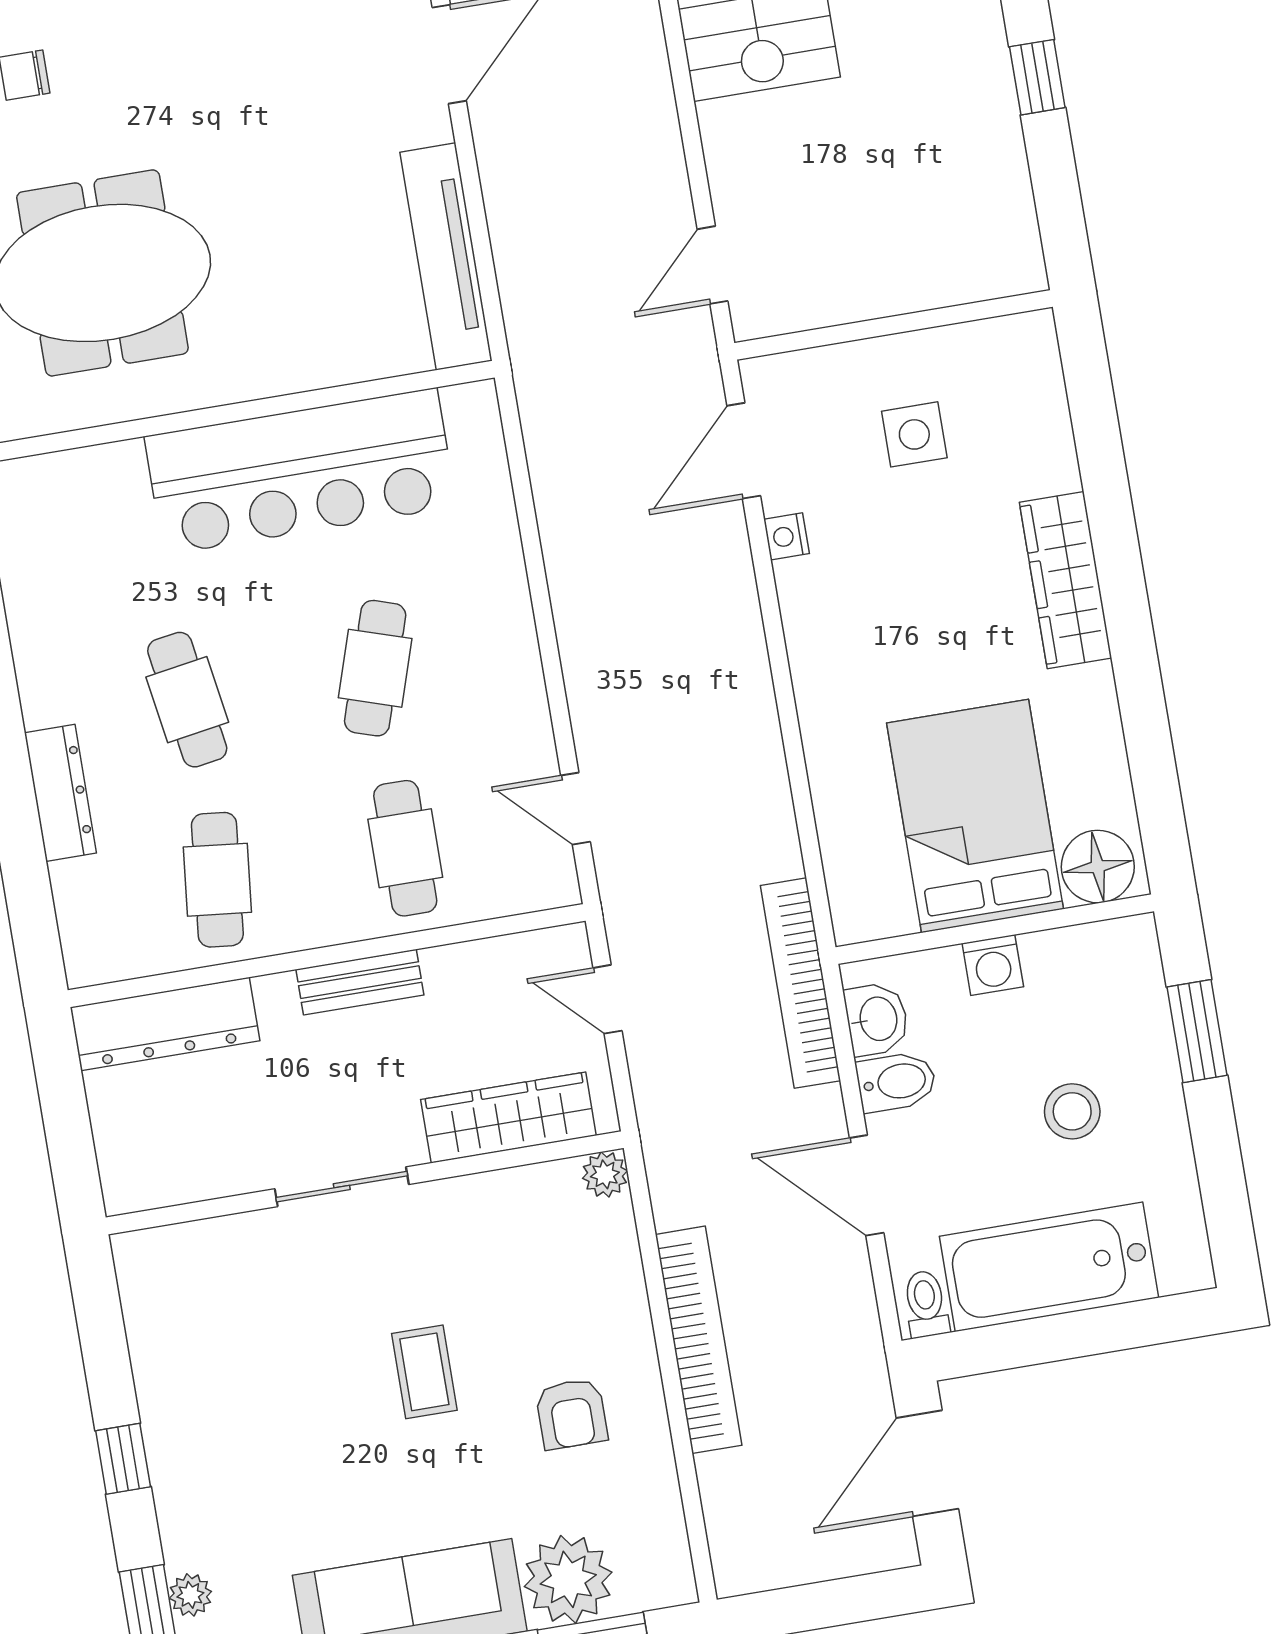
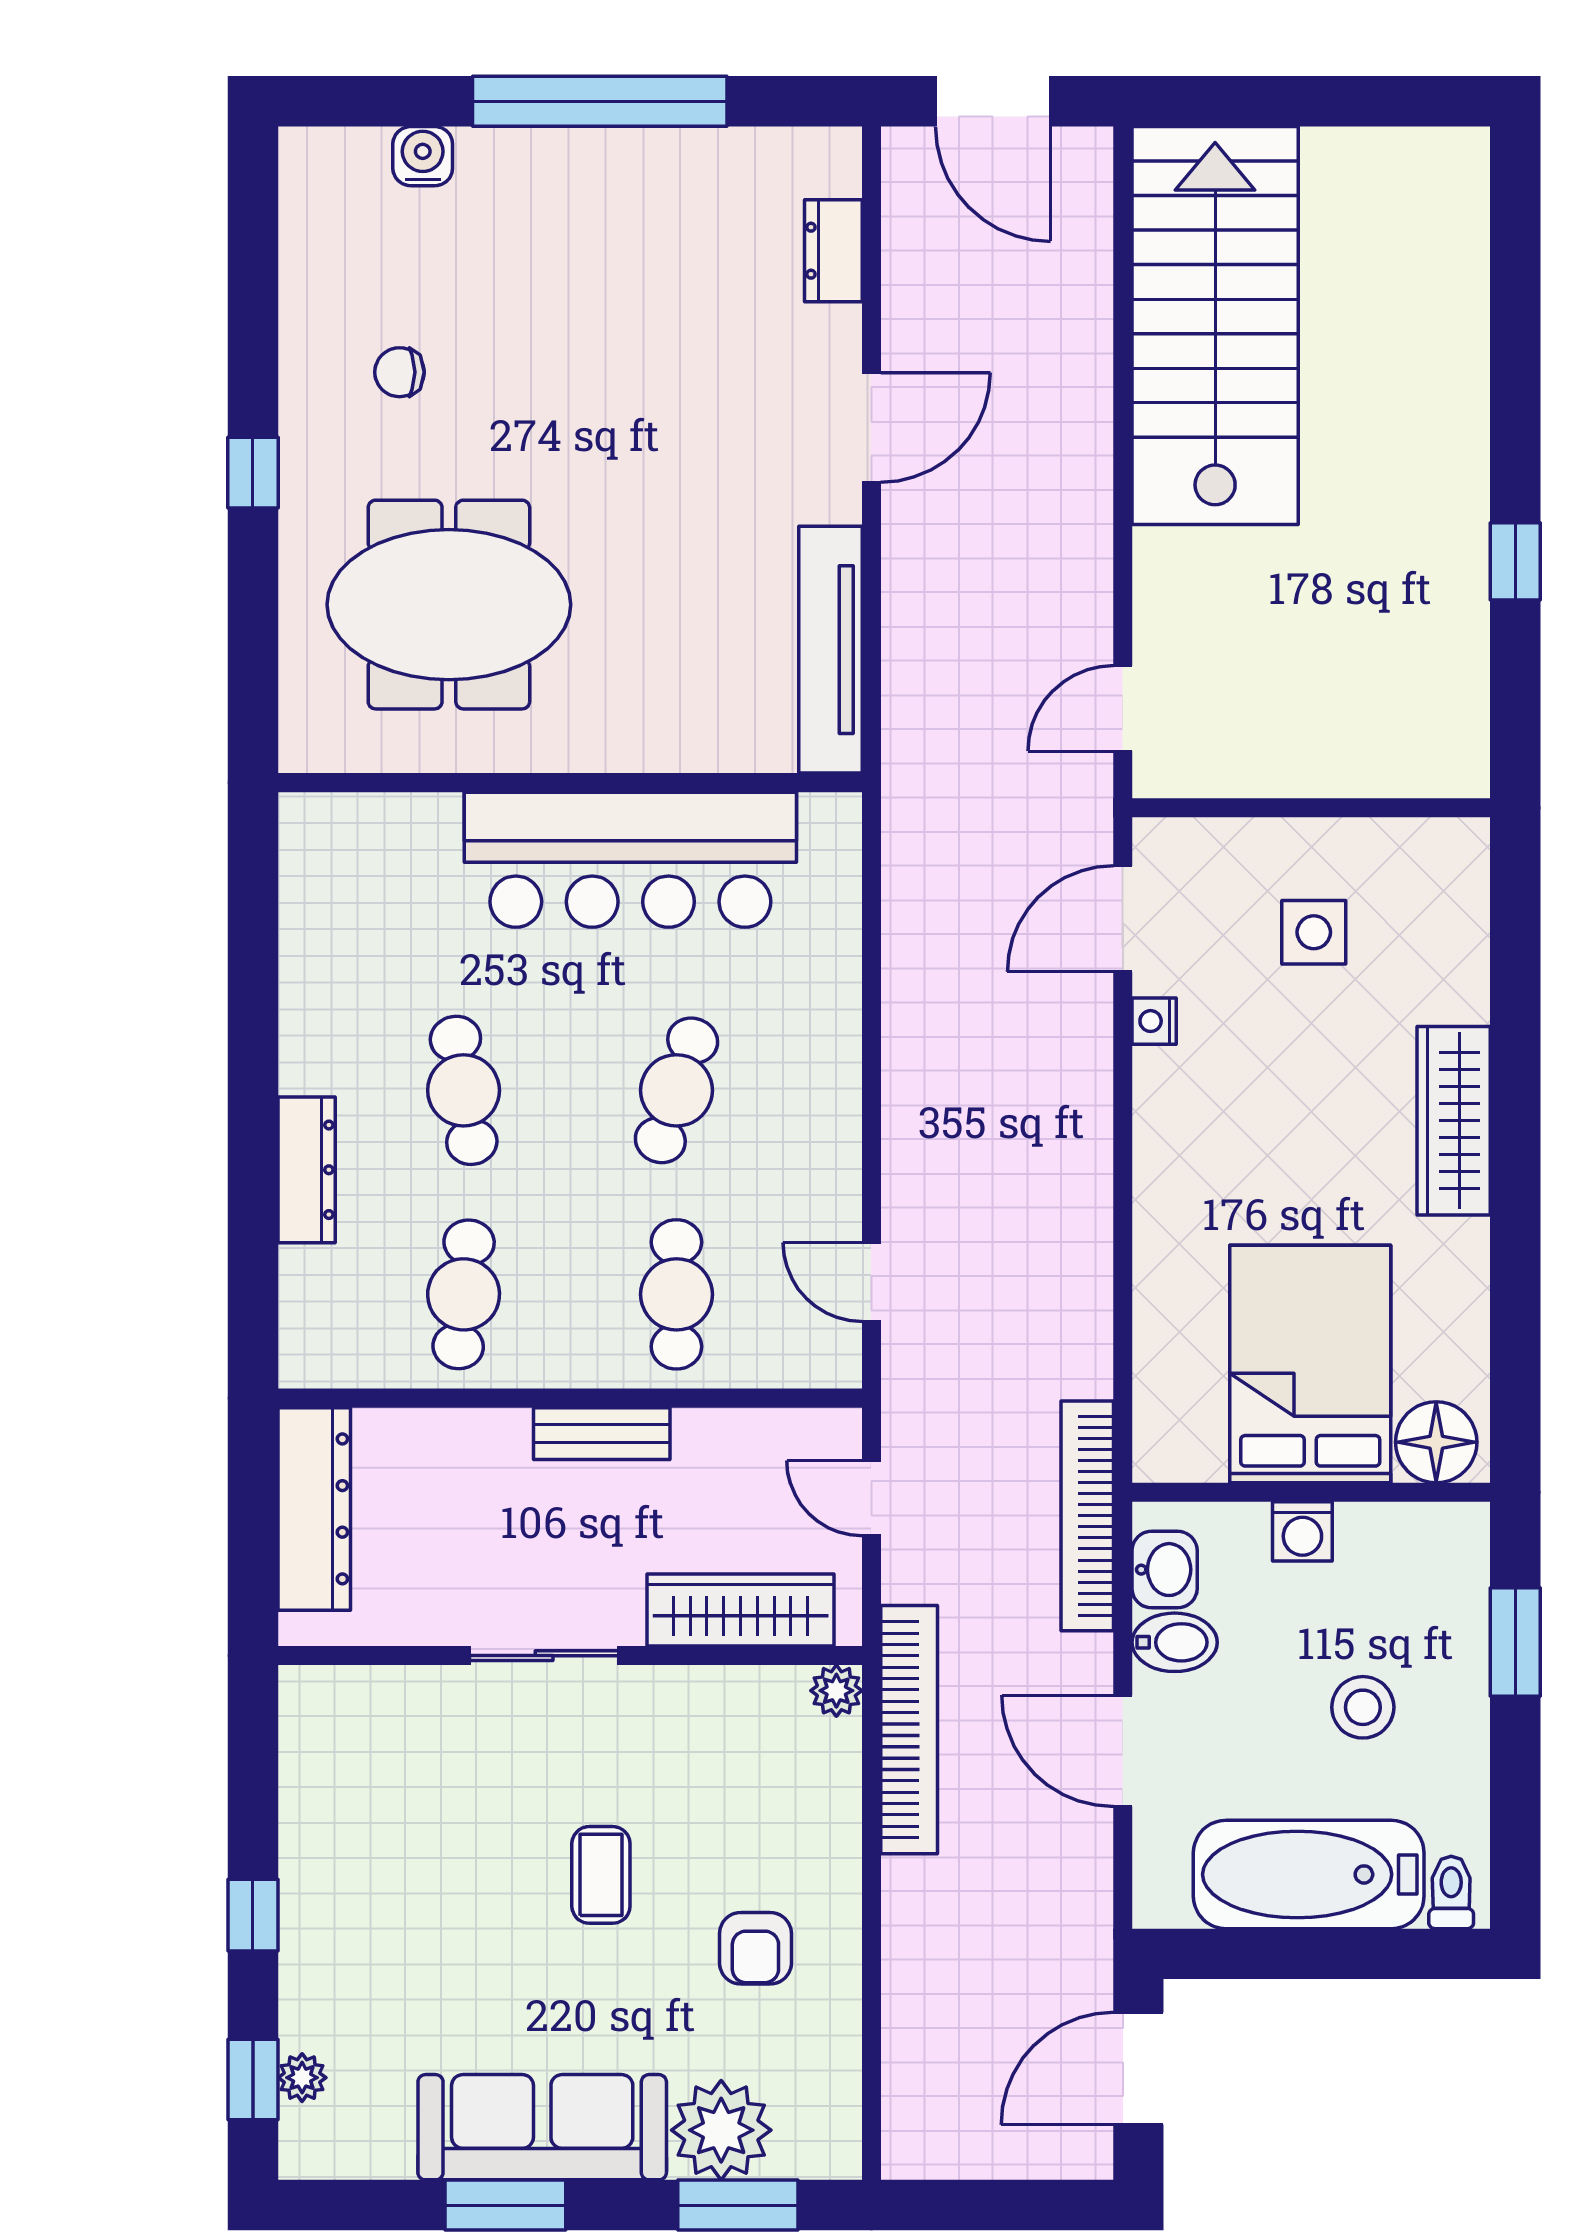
dresser: (165, 1024) -> (314, 1509), moved, turned -90
toilet: (926, 1304) -> (1451, 1892), moved
bookcase: (699, 1340) -> (909, 1730), moved

